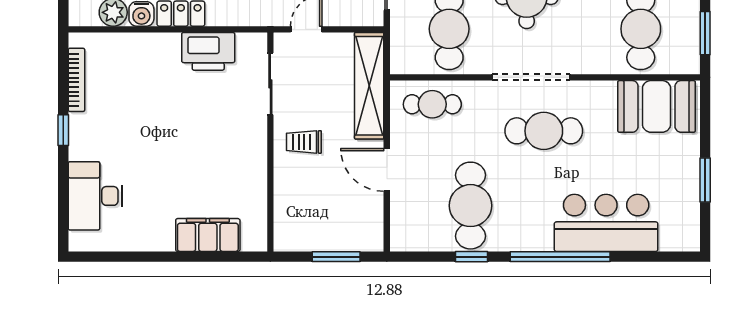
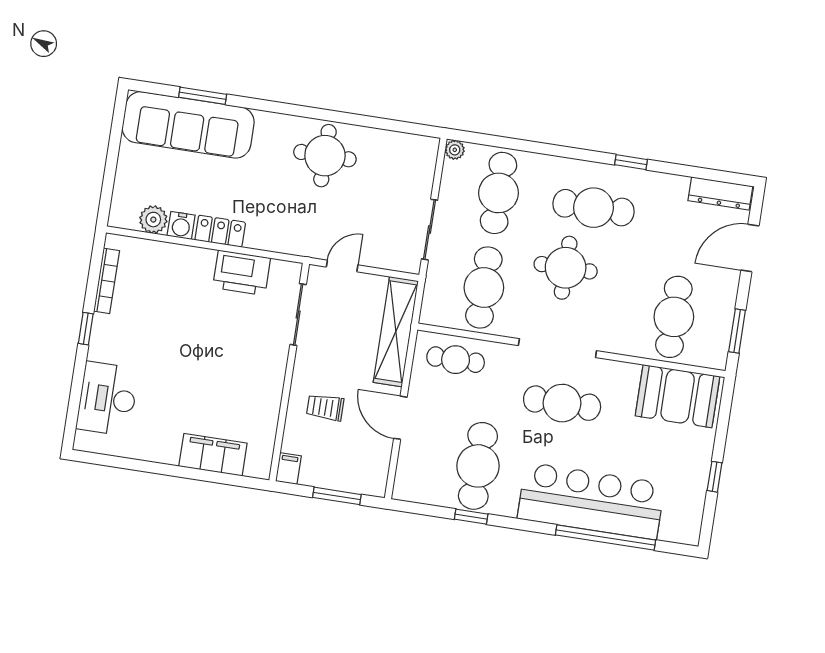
trolley: (304, 142) -> (325, 407), moved
window: (705, 180) -> (715, 477), width x0.67
bar counter: (606, 223) -> (591, 501), width x1.36
filing cabinet: (284, 237) -> (288, 469), added
window: (560, 257) -> (606, 537), moved

